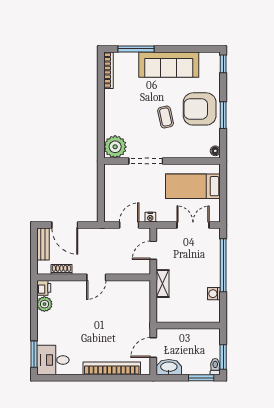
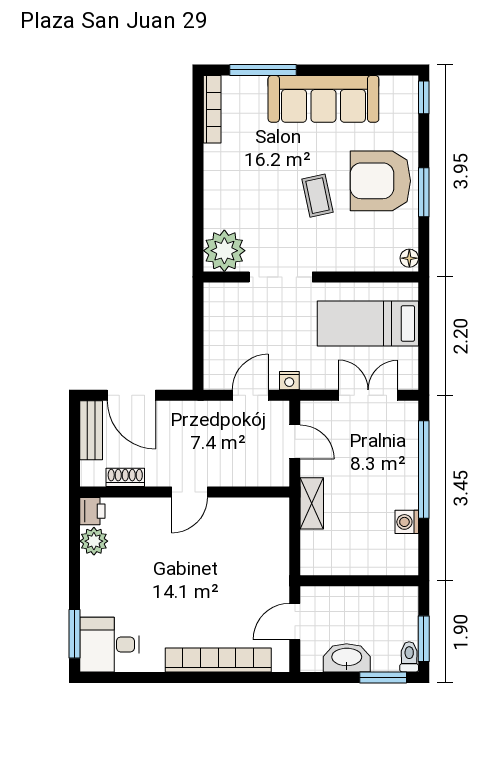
door: (153, 250) -> (295, 442), swing flipped
washbasin: (169, 367) -> (347, 658), moved

